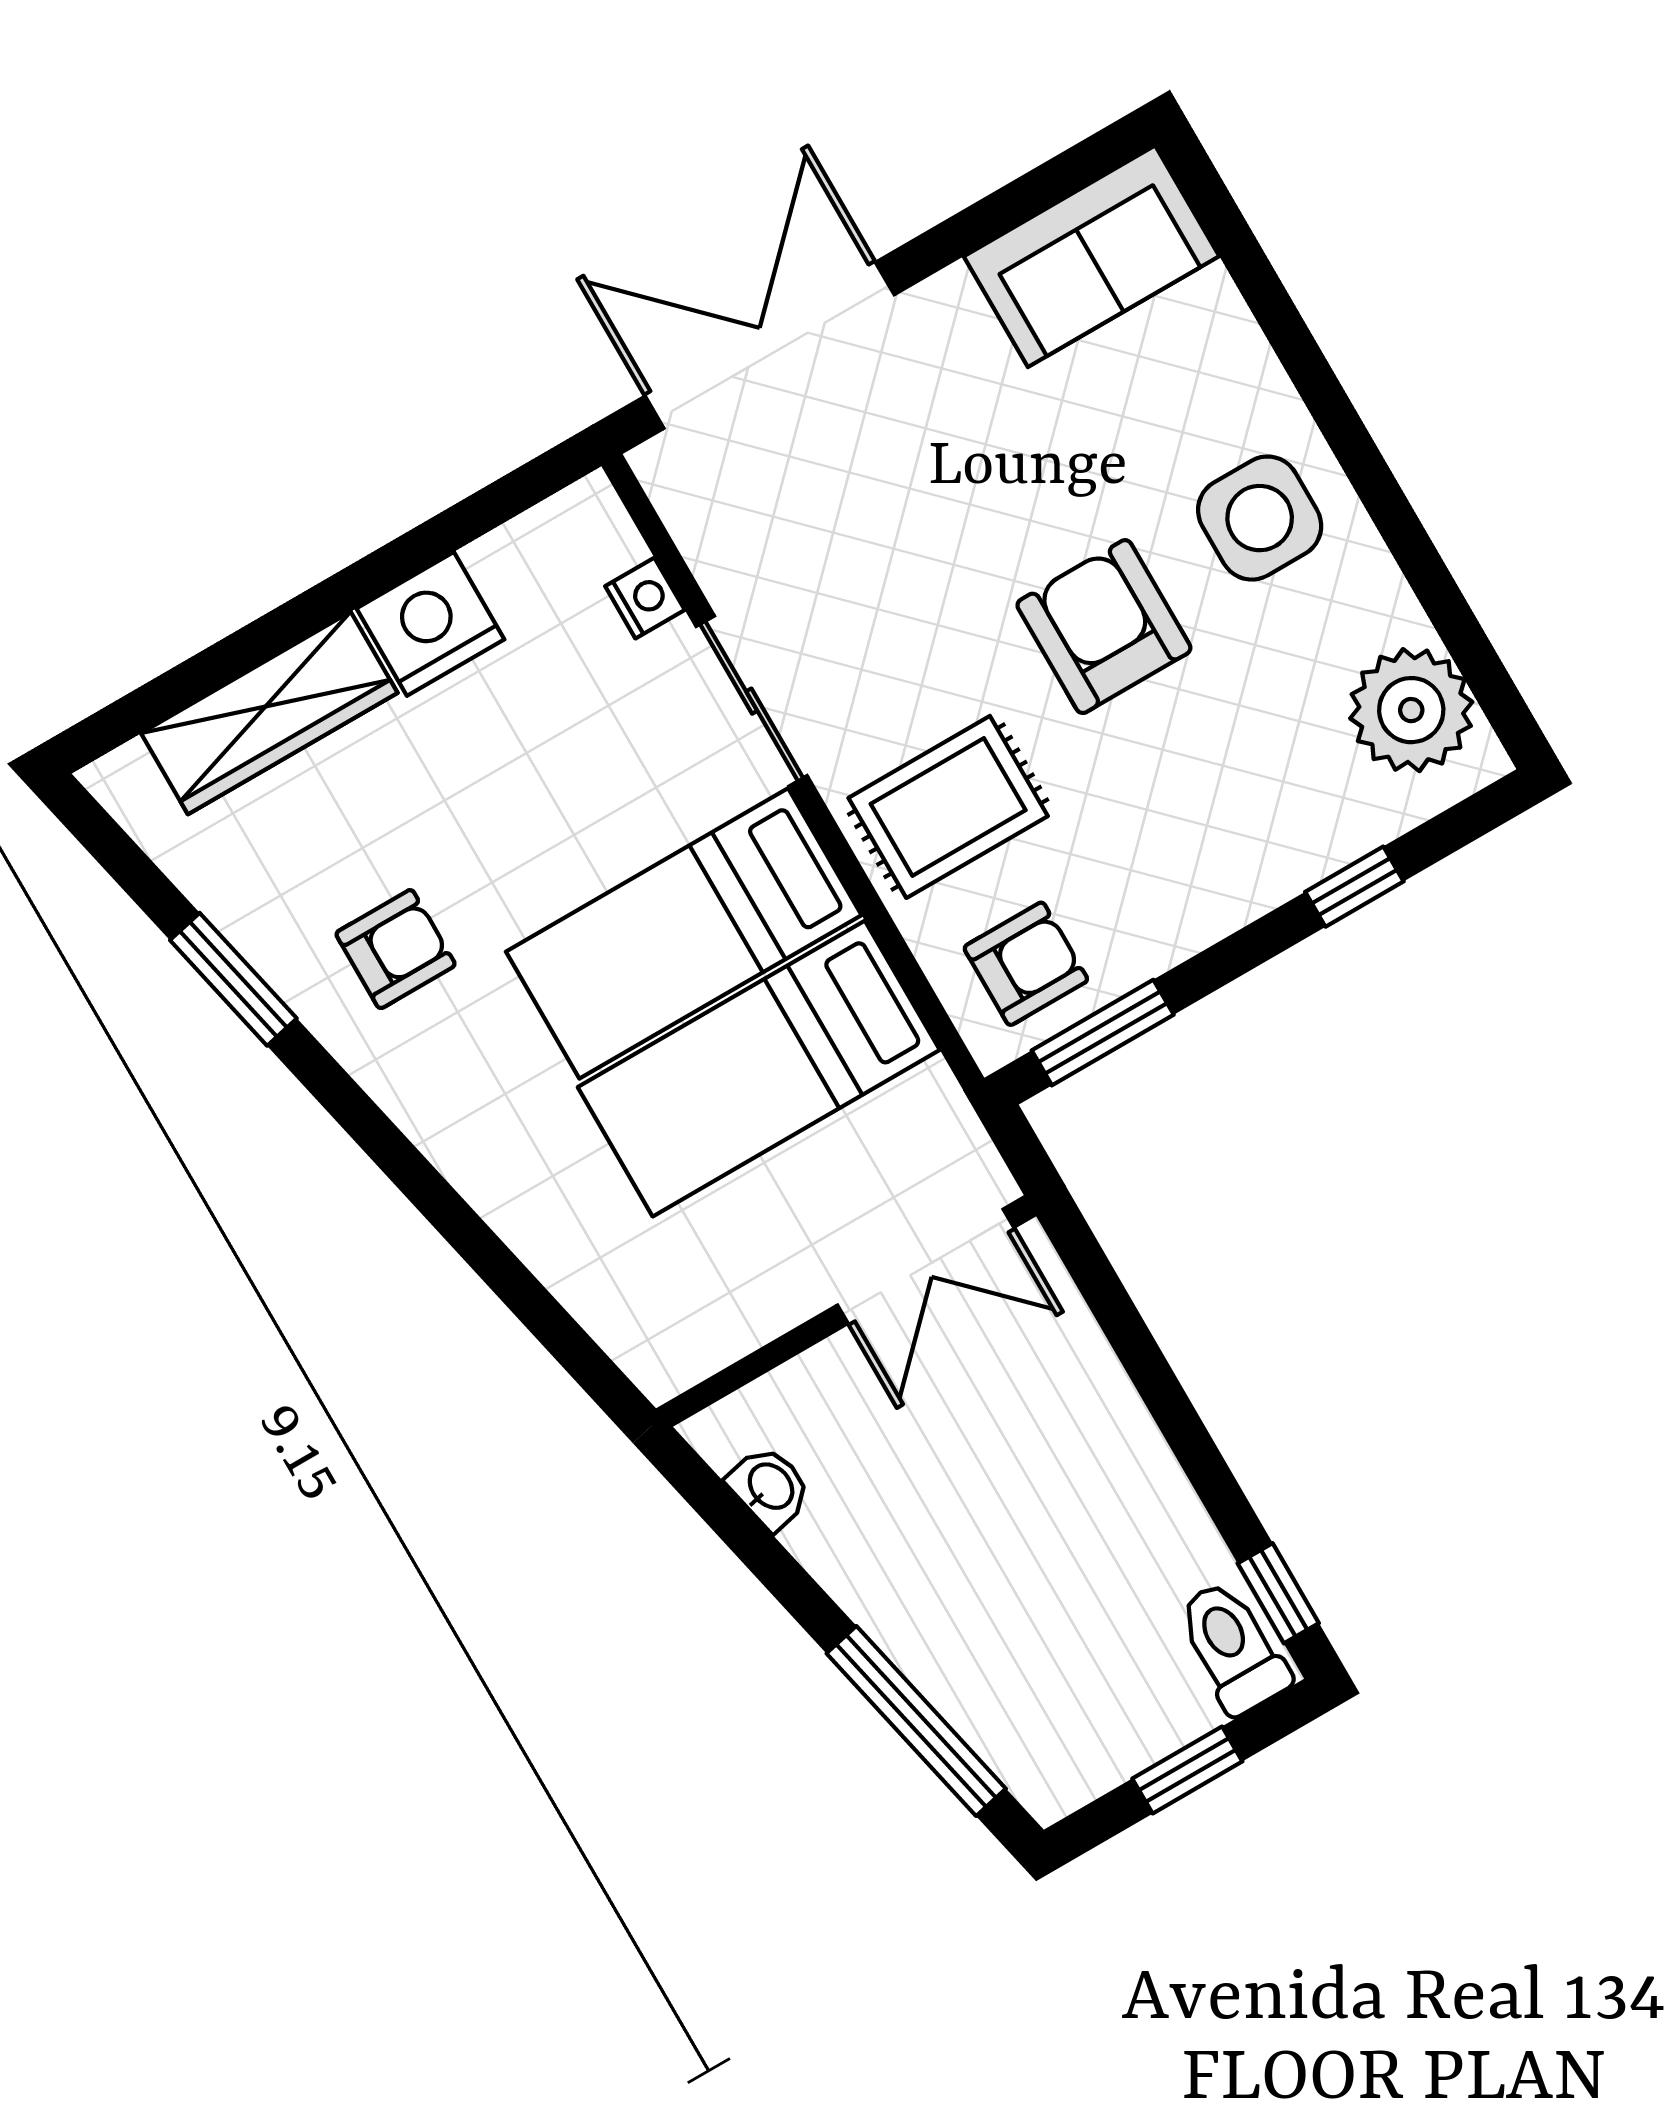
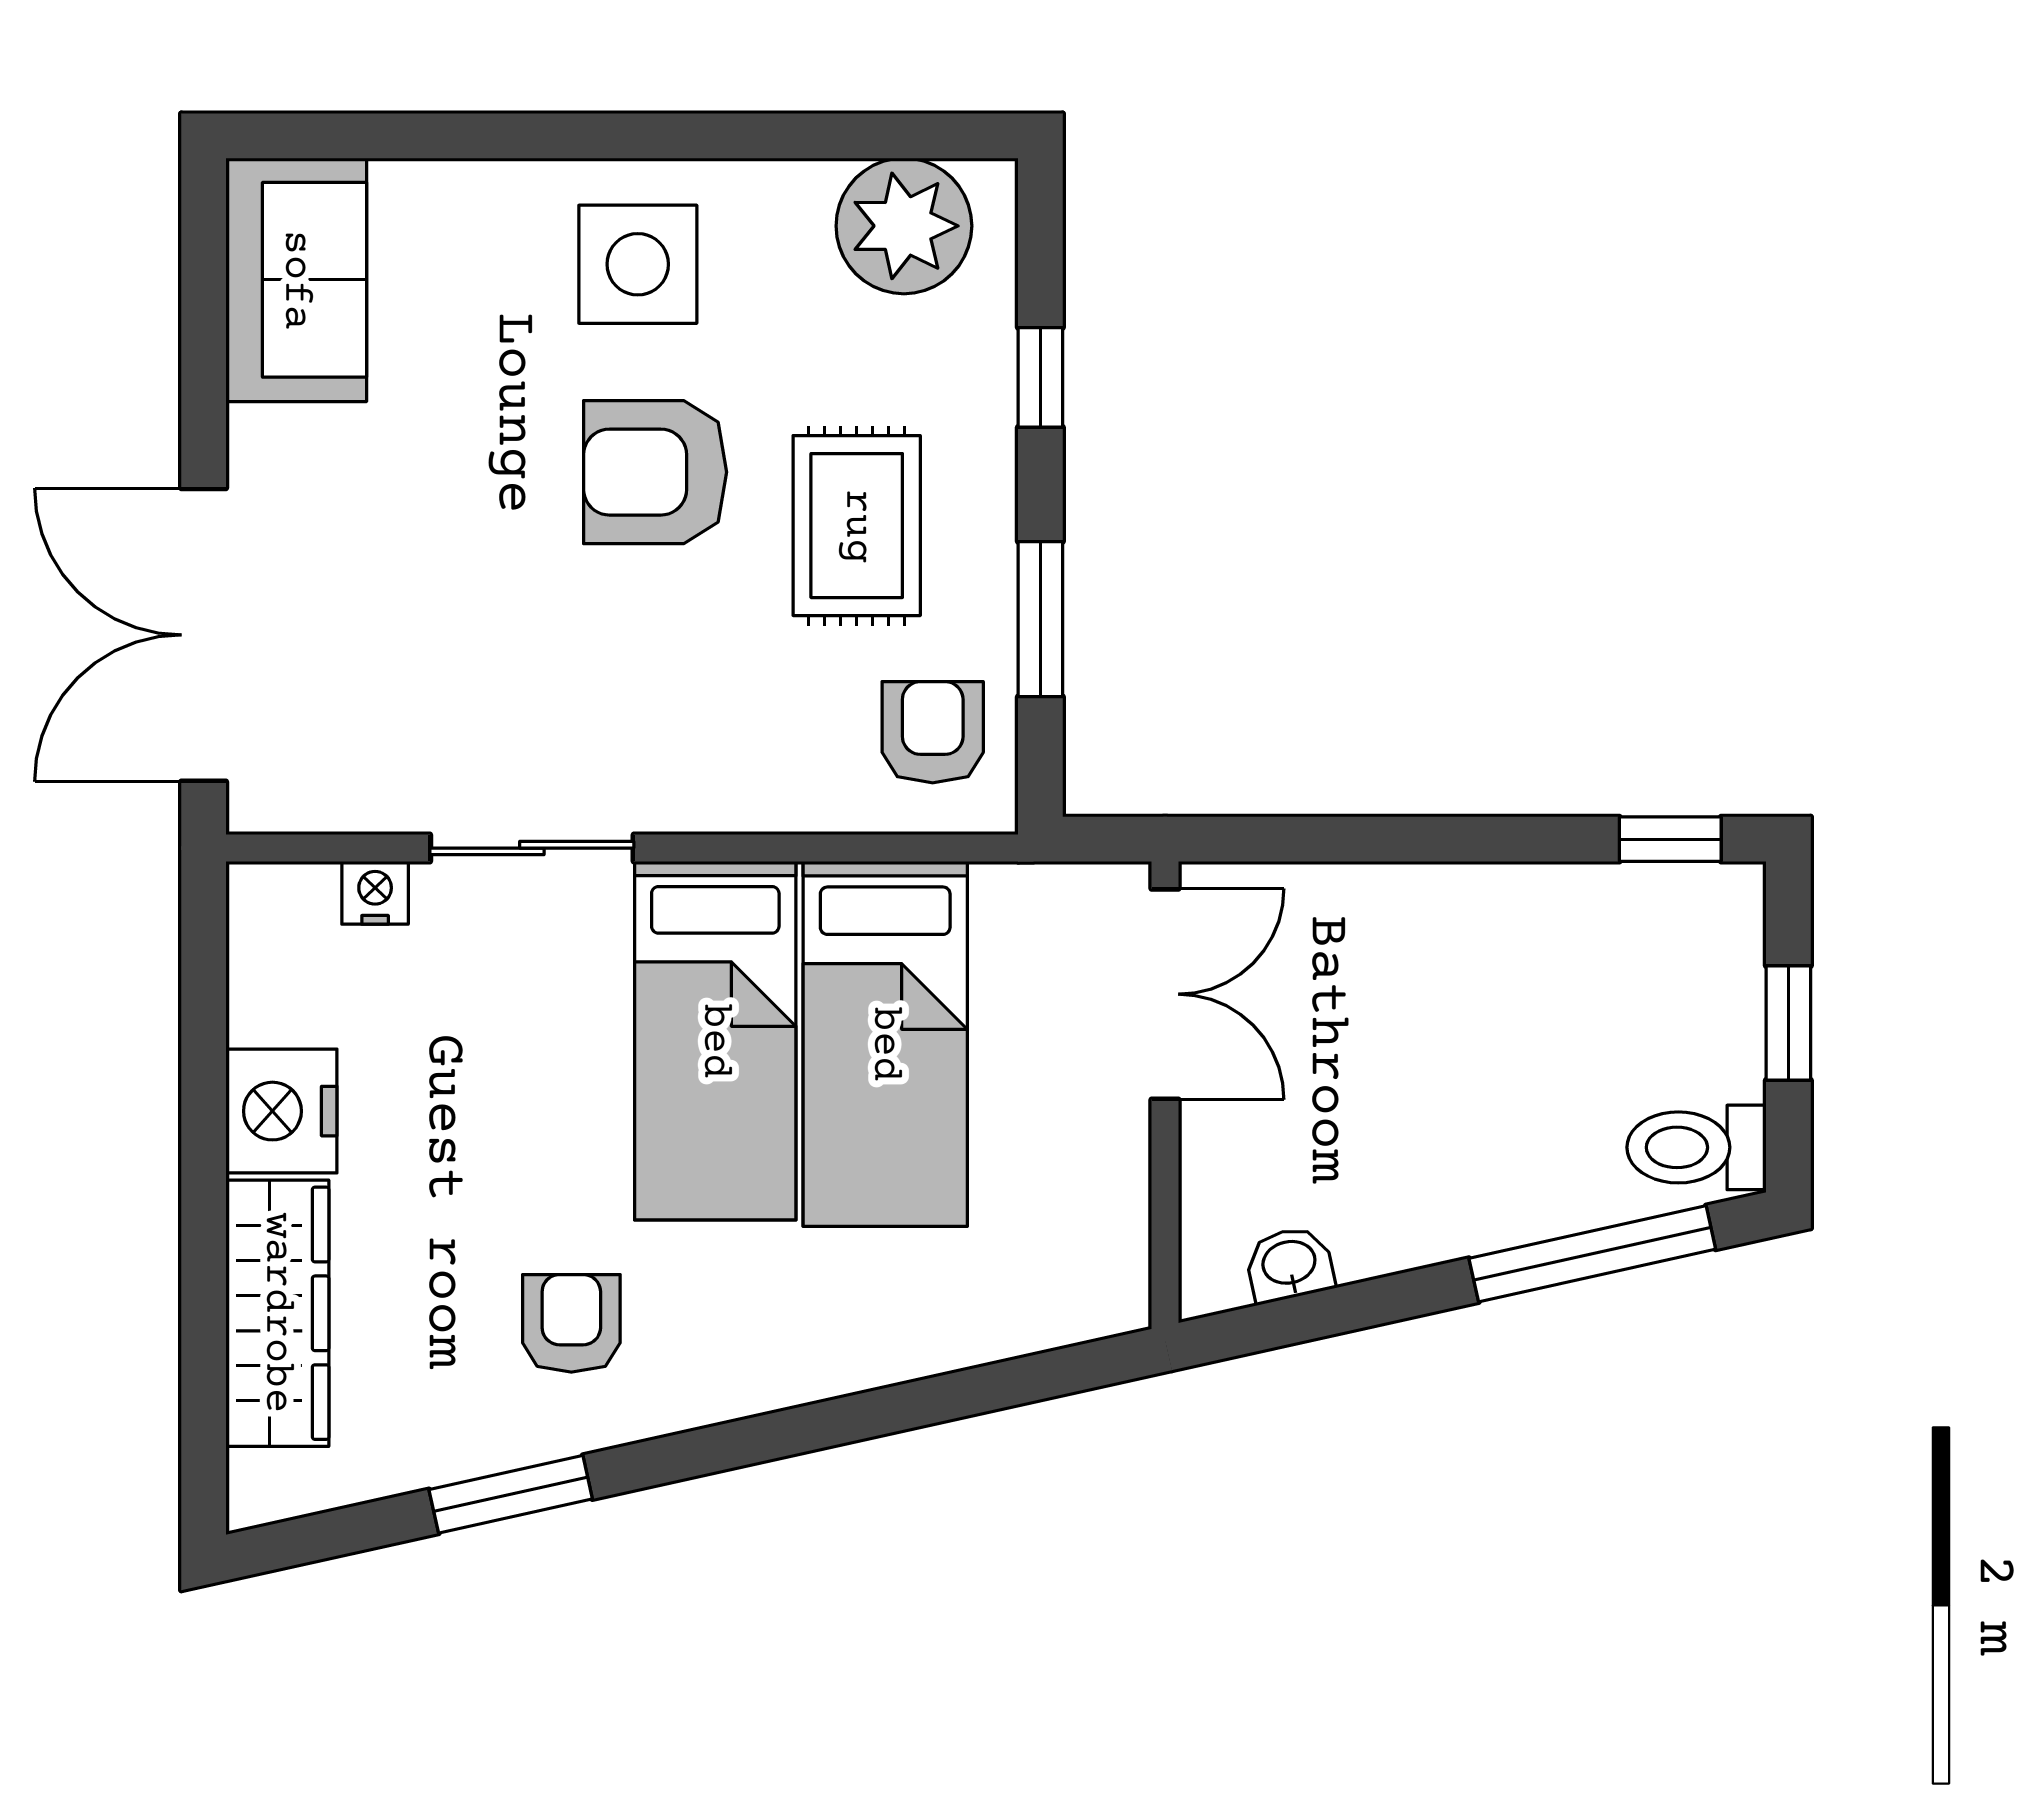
rug: (948, 807) -> (857, 526), moved
window: (1103, 1033) -> (1040, 619), moved
toilet: (1232, 1647) -> (1696, 1147), moved

